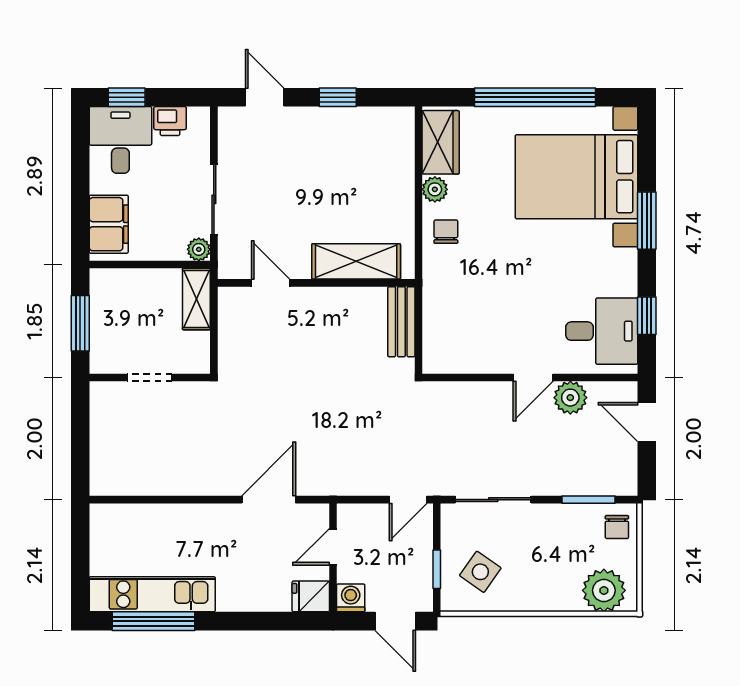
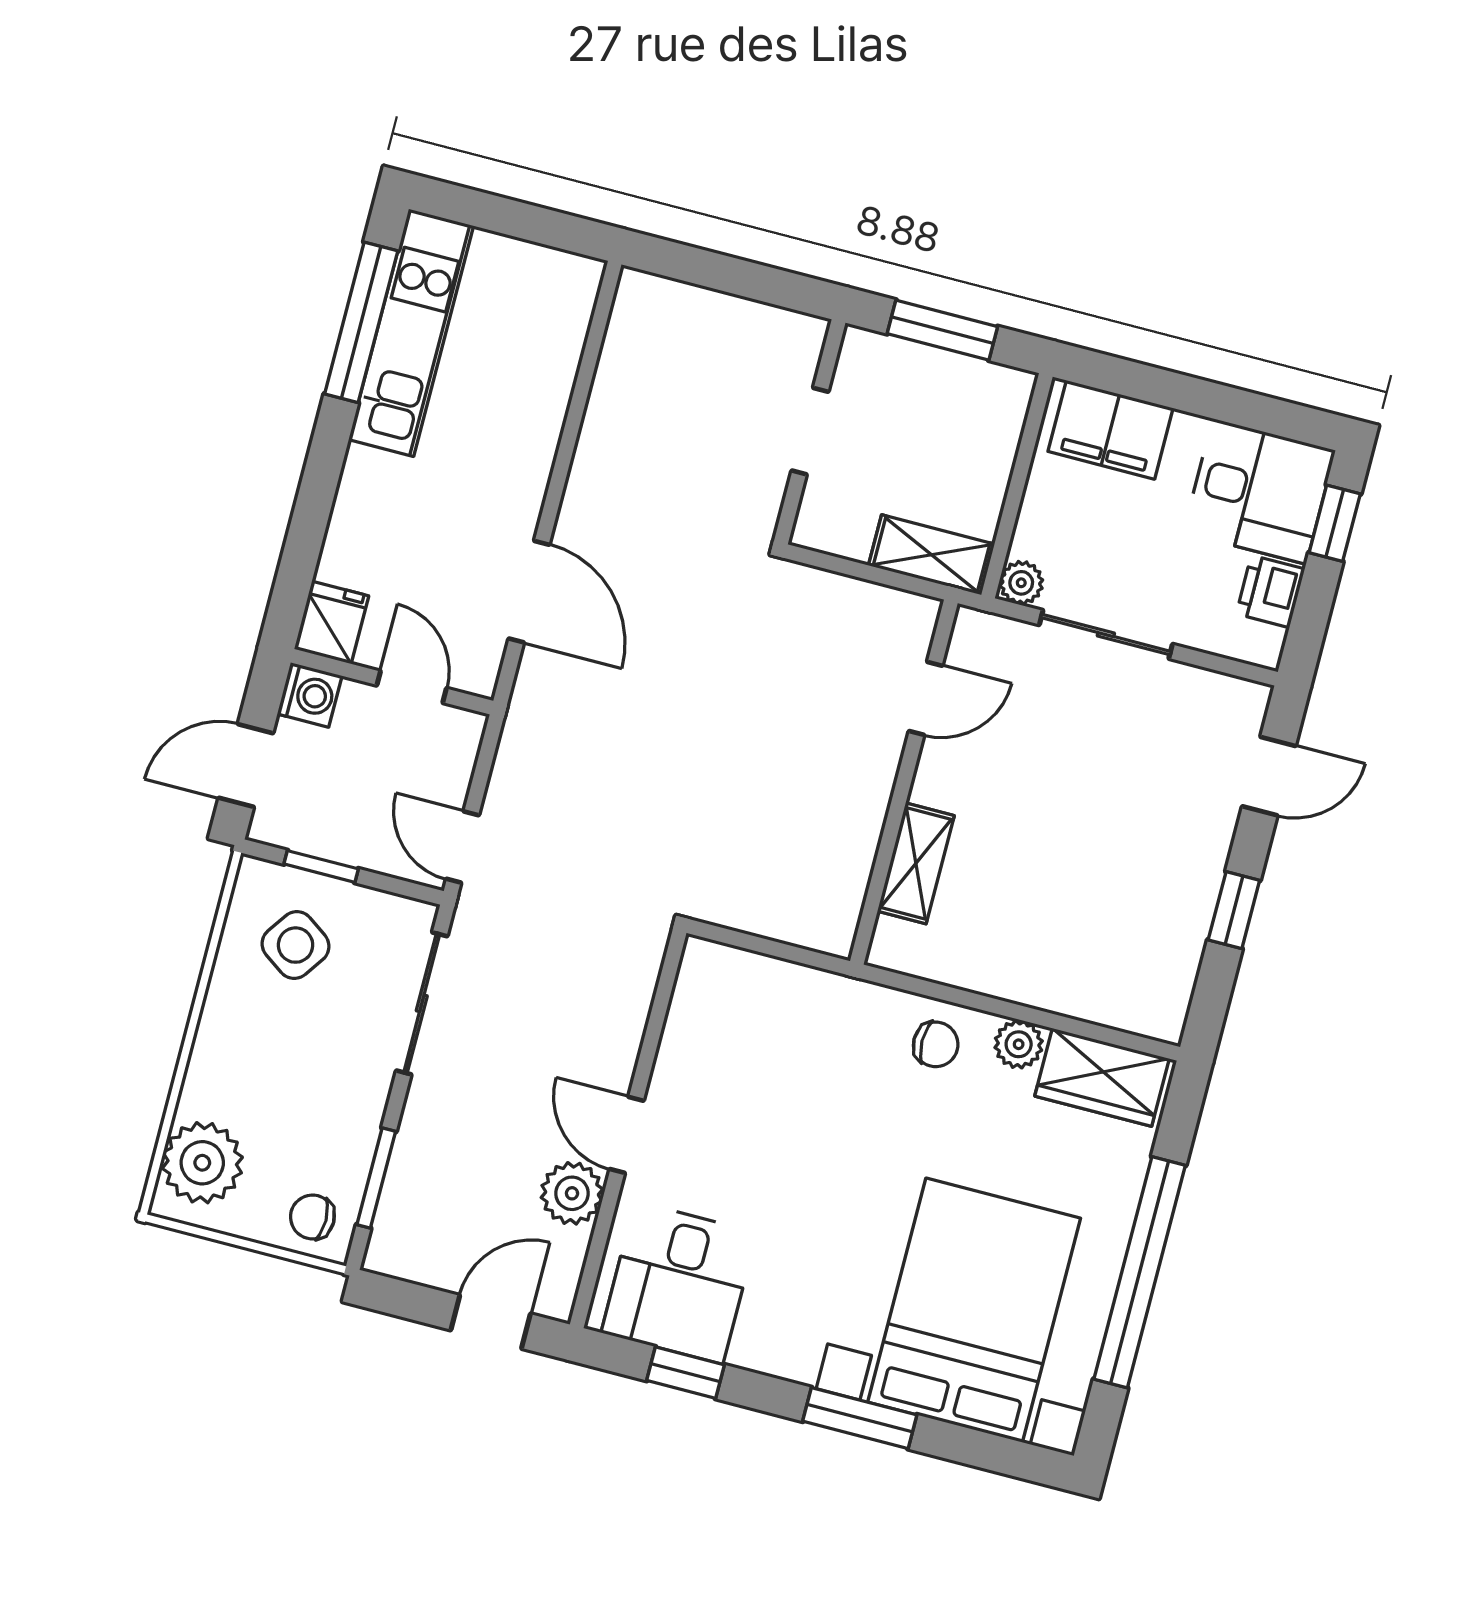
shelving: (356, 261) -> (916, 863), width x0.67, depth x0.75
bench: (401, 322) -> (792, 920), removed

